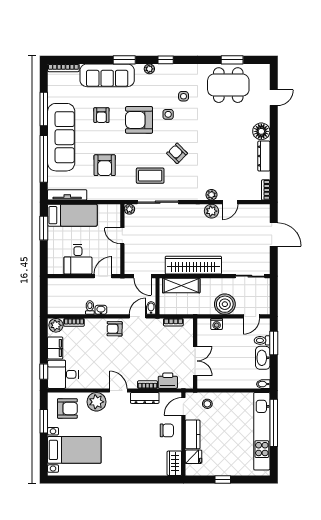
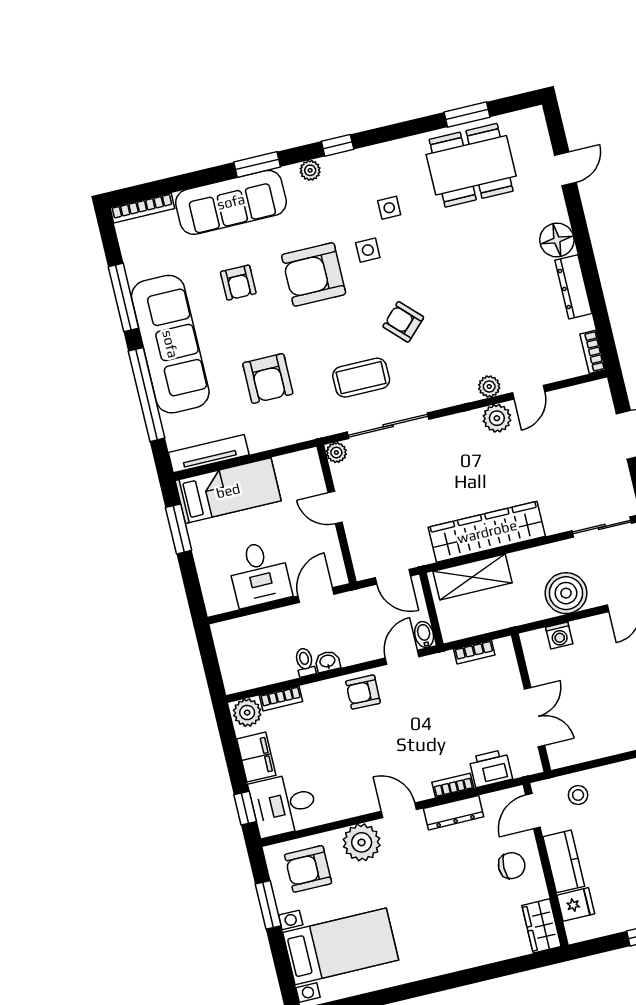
armchair: (67, 408) -> (308, 869), turned 180

